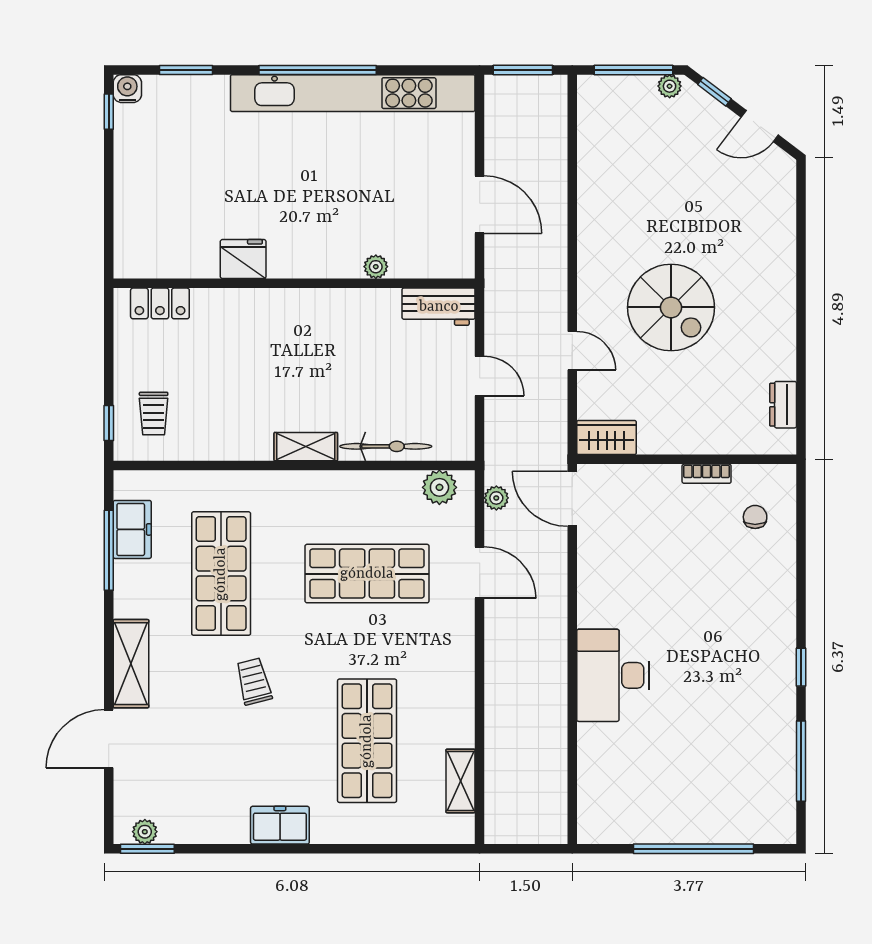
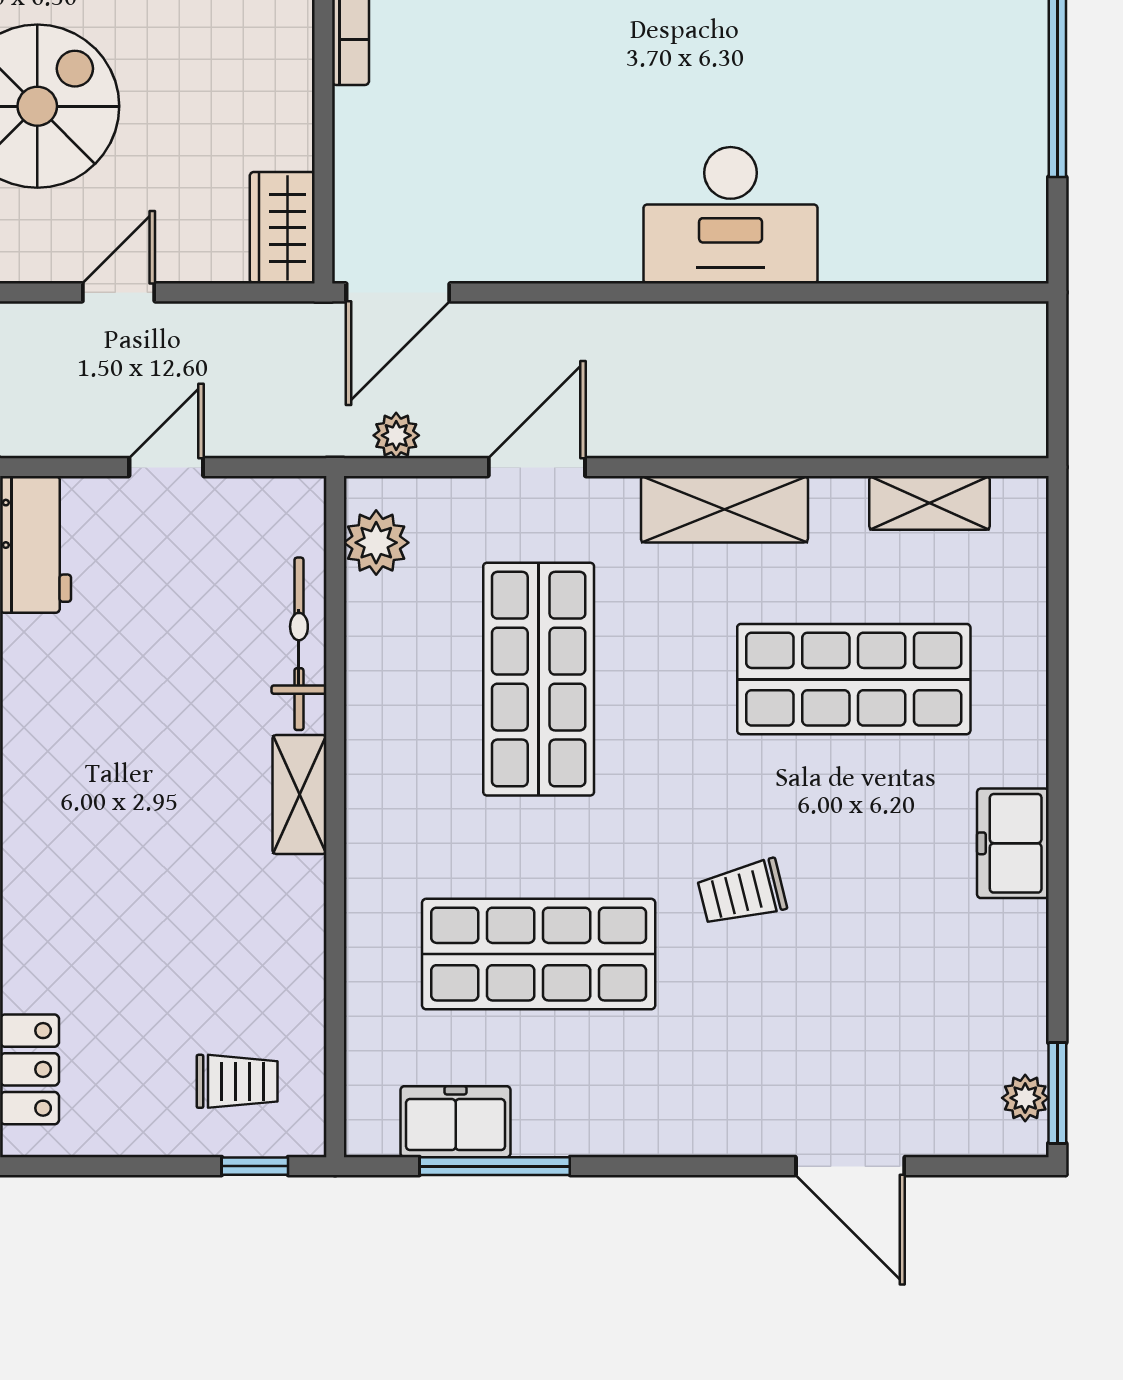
shelving: (131, 664) -> (724, 509), moved

